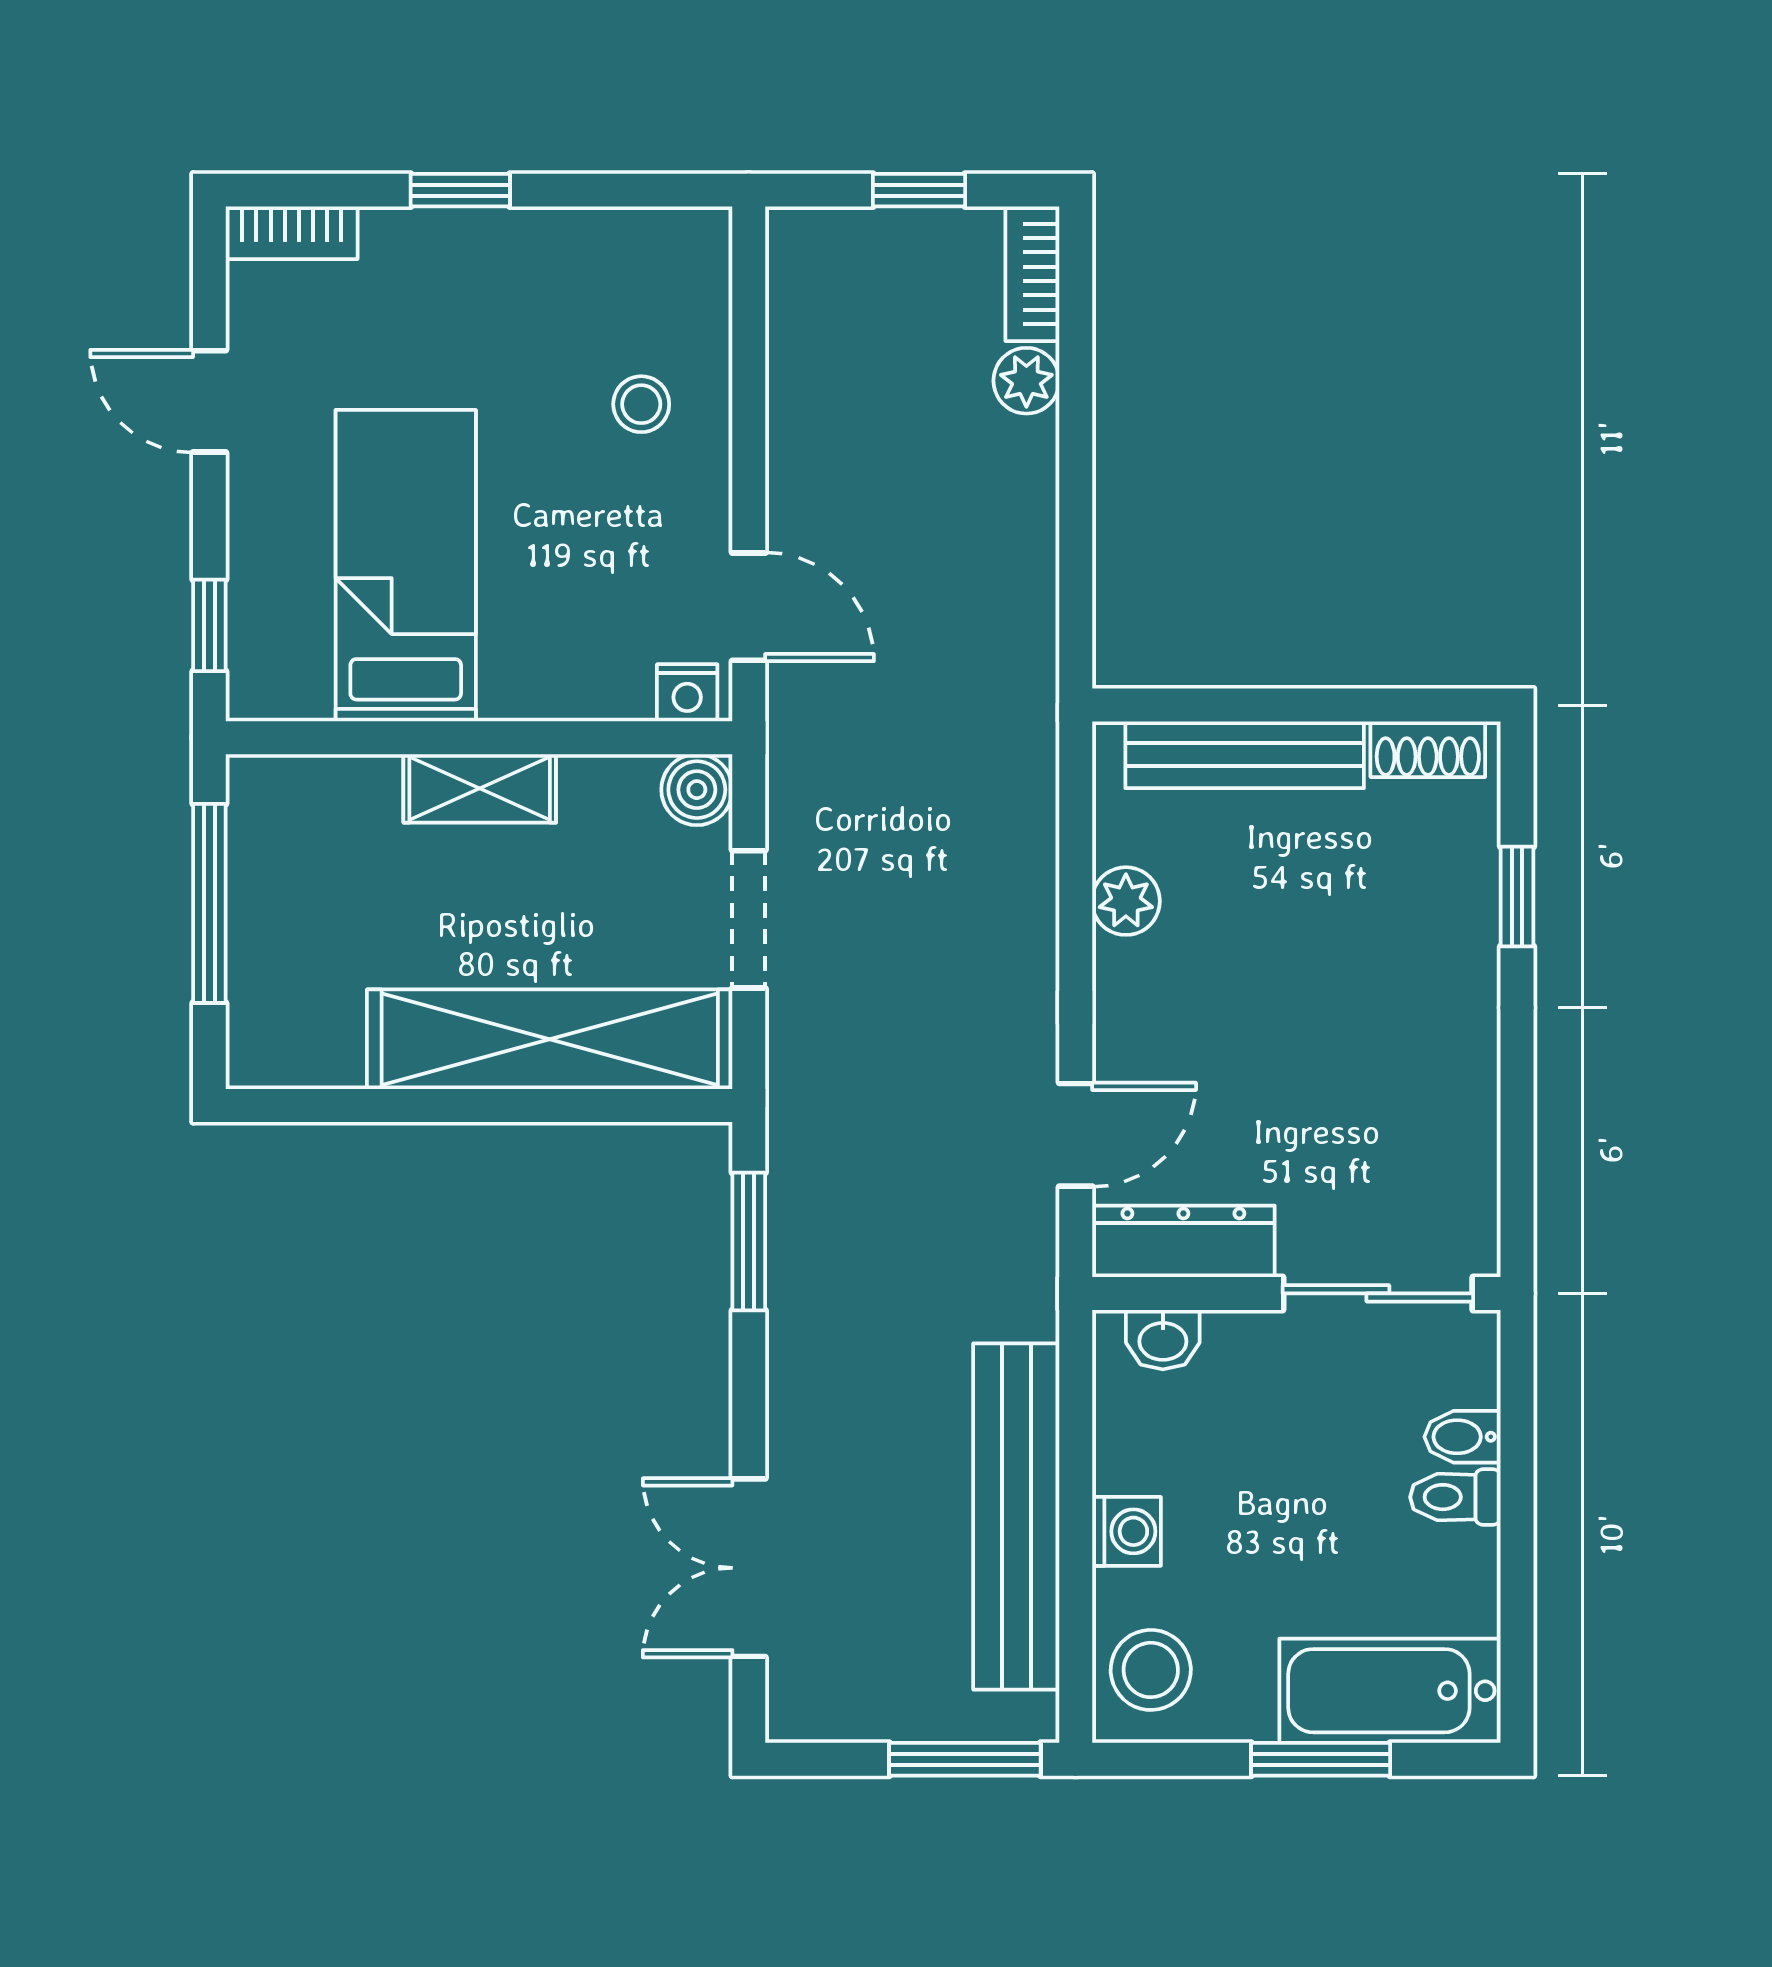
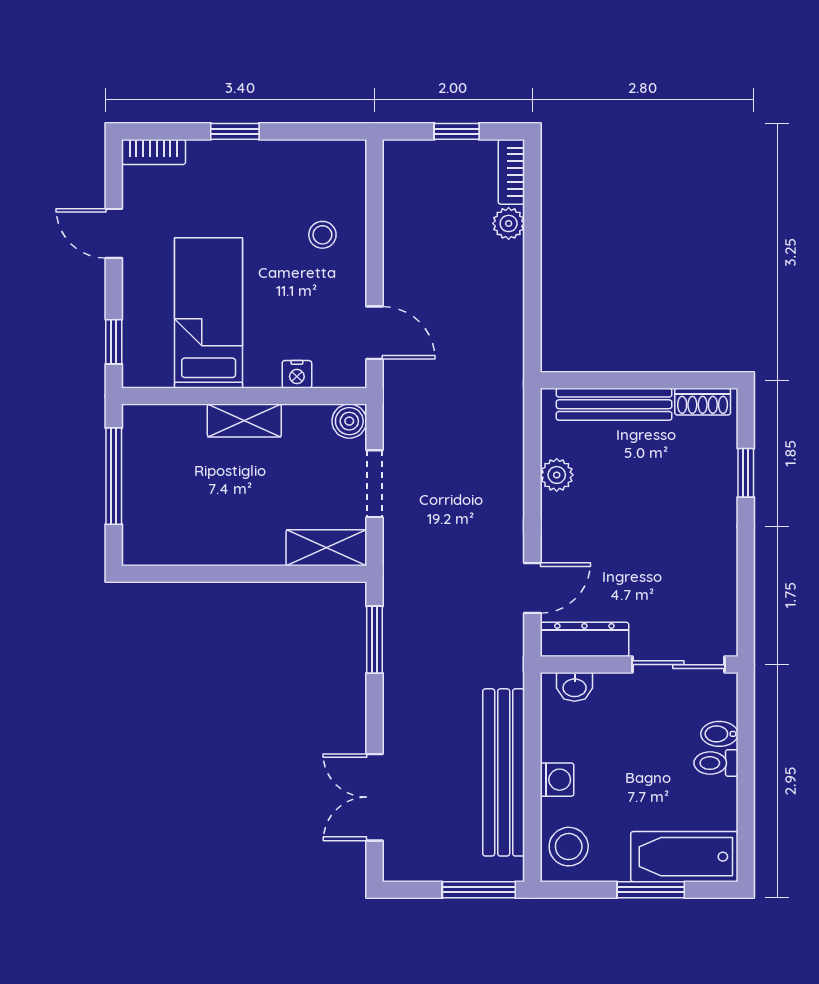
nightstand: (687, 693) -> (297, 374), moved
shelving: (550, 1039) -> (326, 548), width x0.45, depth x0.75

